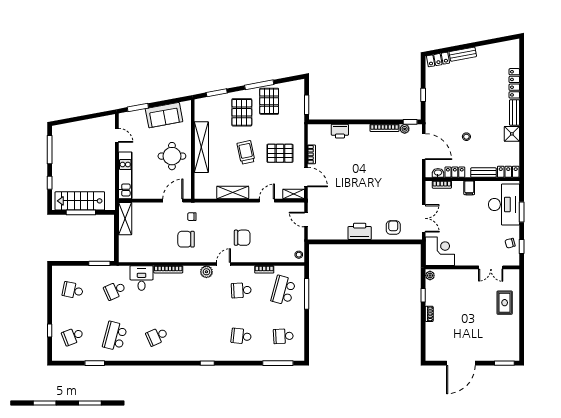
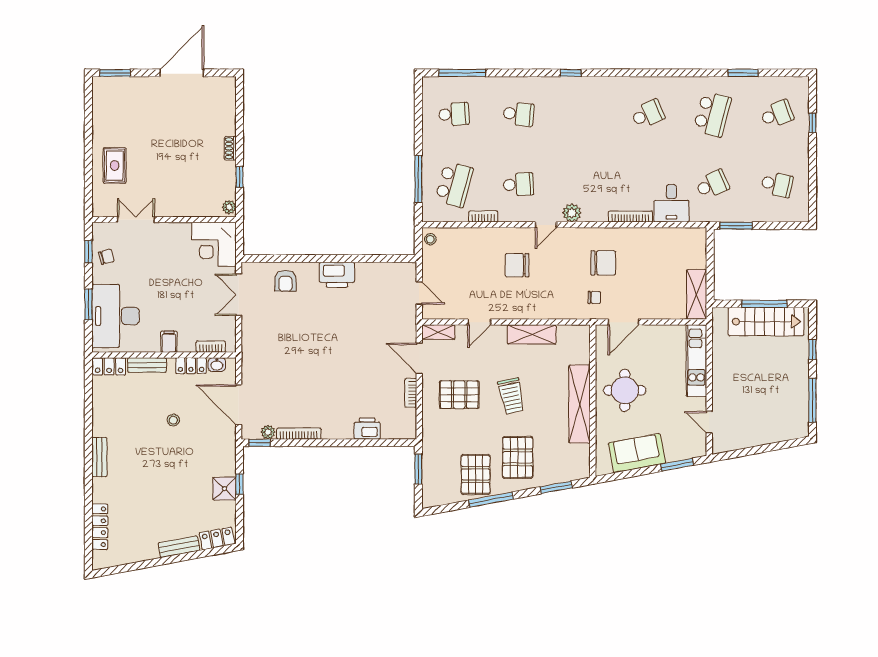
locker: (514, 83) -> (100, 527), moved
shower: (512, 134) -> (224, 489), moved

